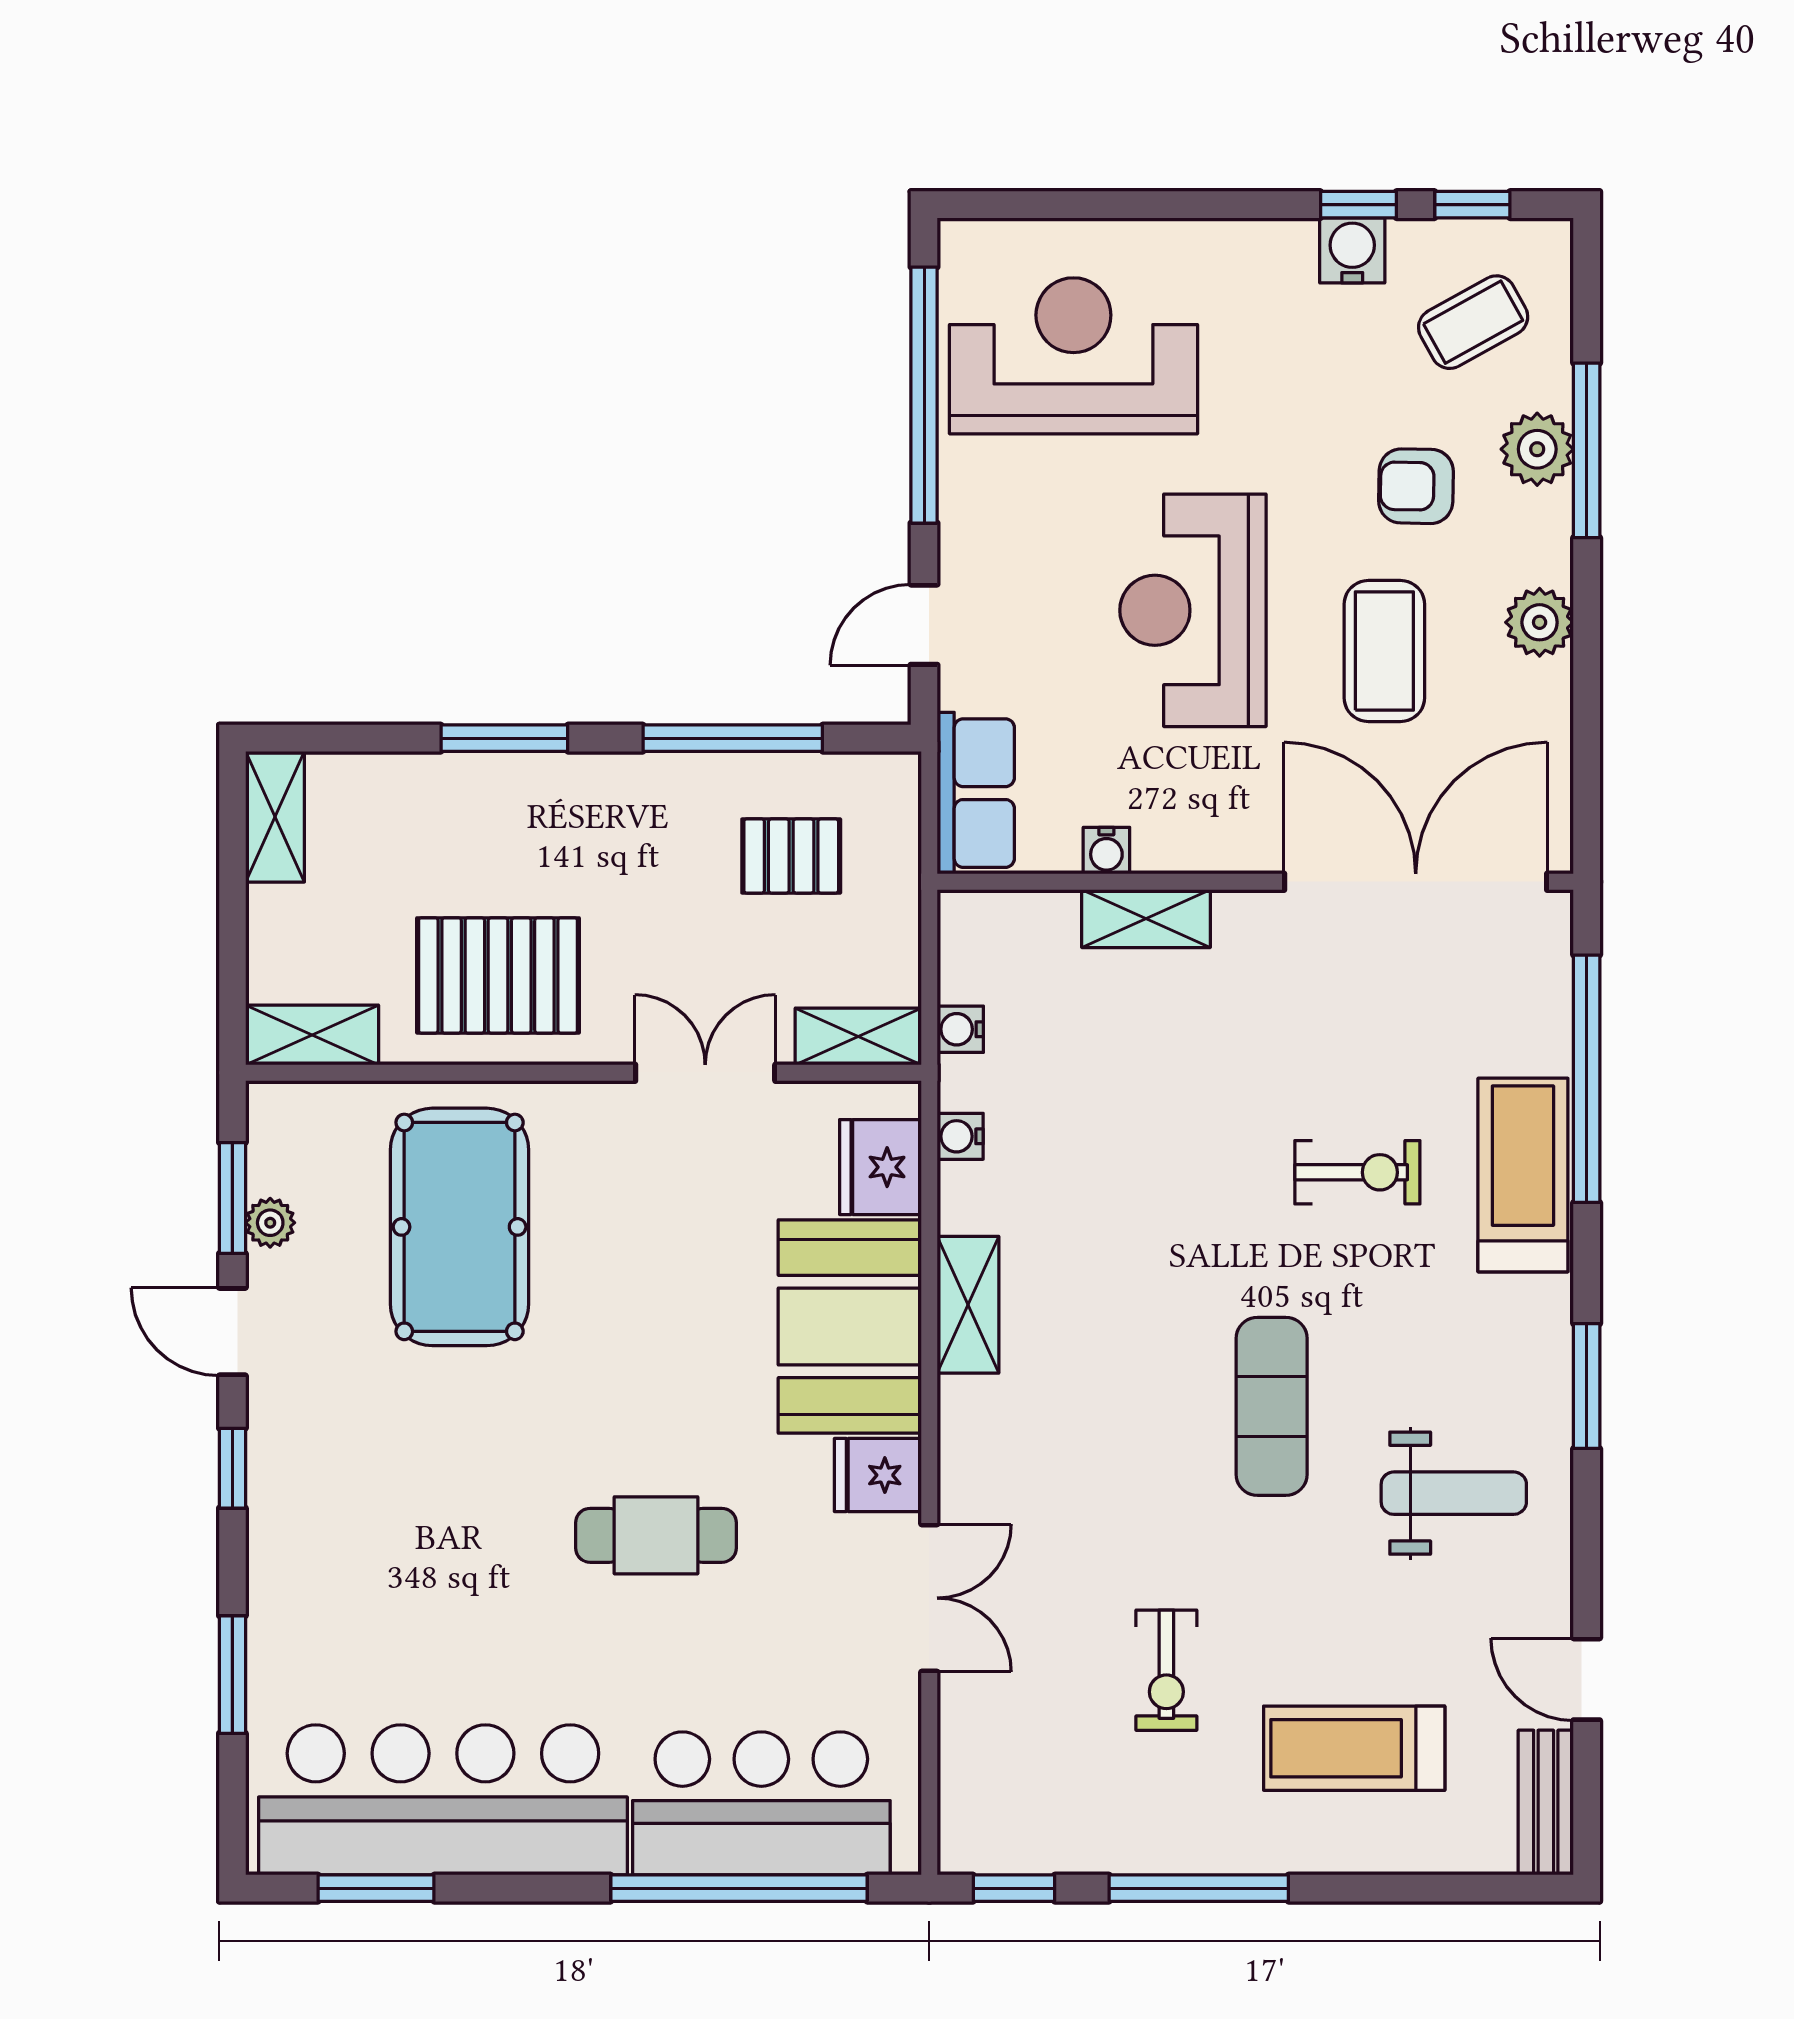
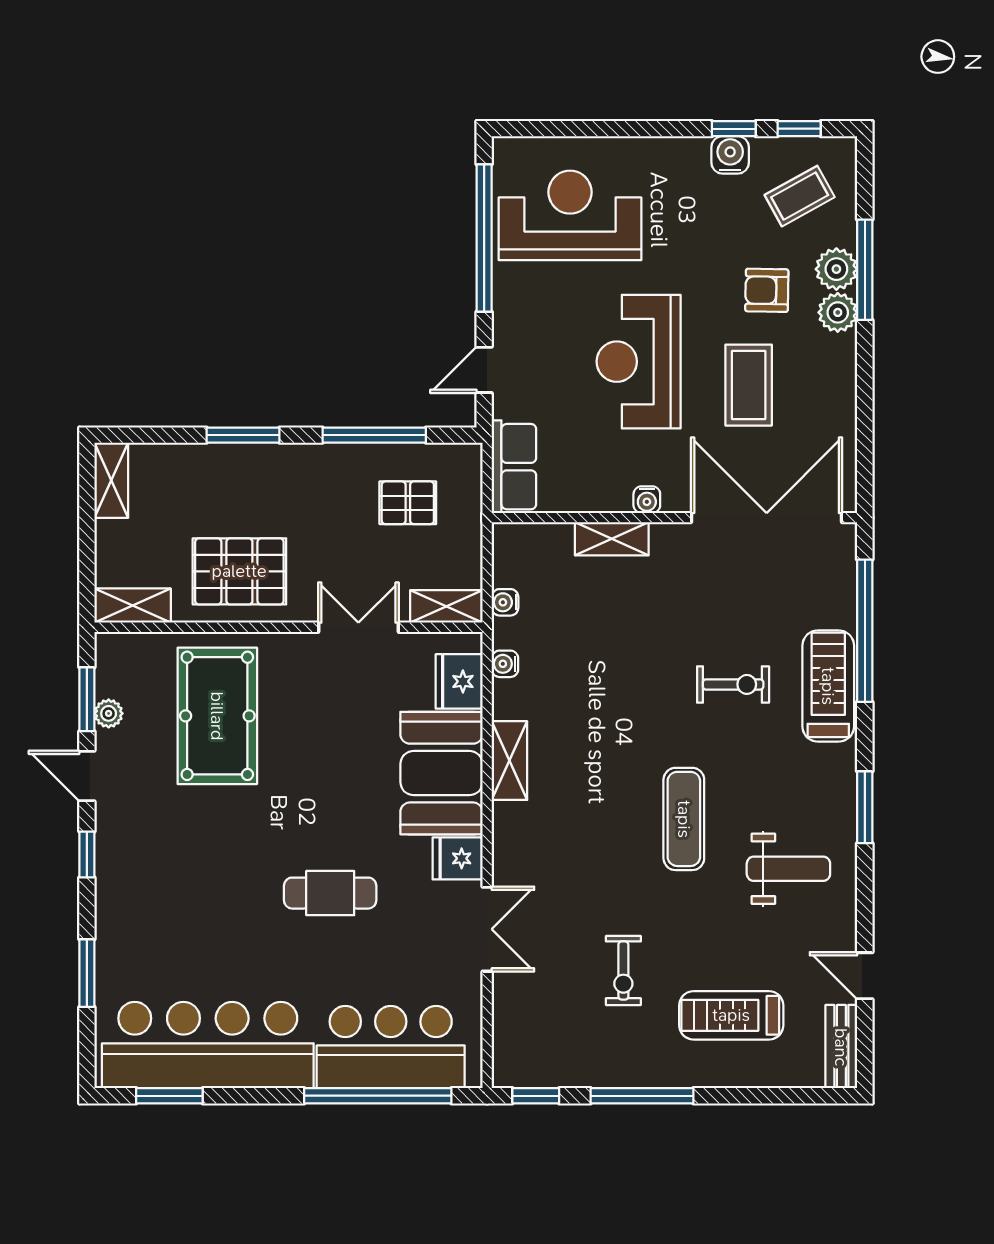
plant: (1540, 622) -> (838, 312), moved
water cooler: (1106, 851) -> (647, 500), moved

